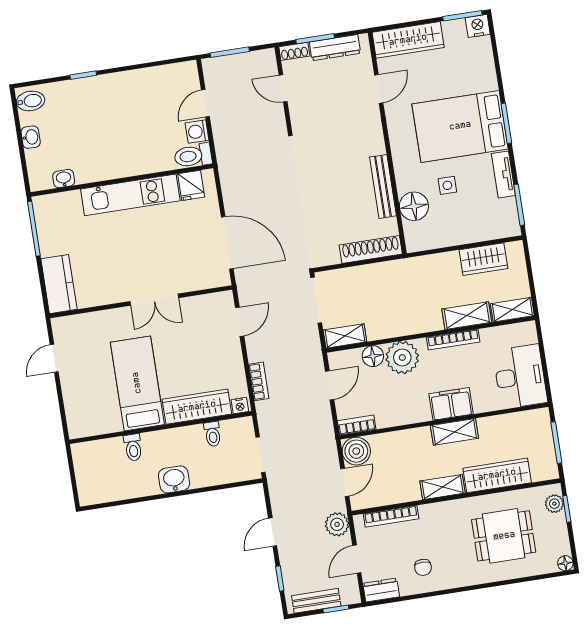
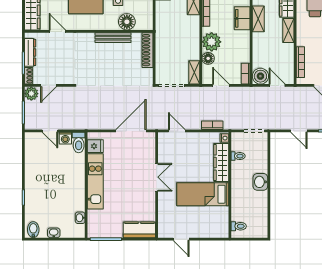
toilet: (133, 447) -> (239, 226), moved
plant: (337, 524) -> (31, 94), moved

